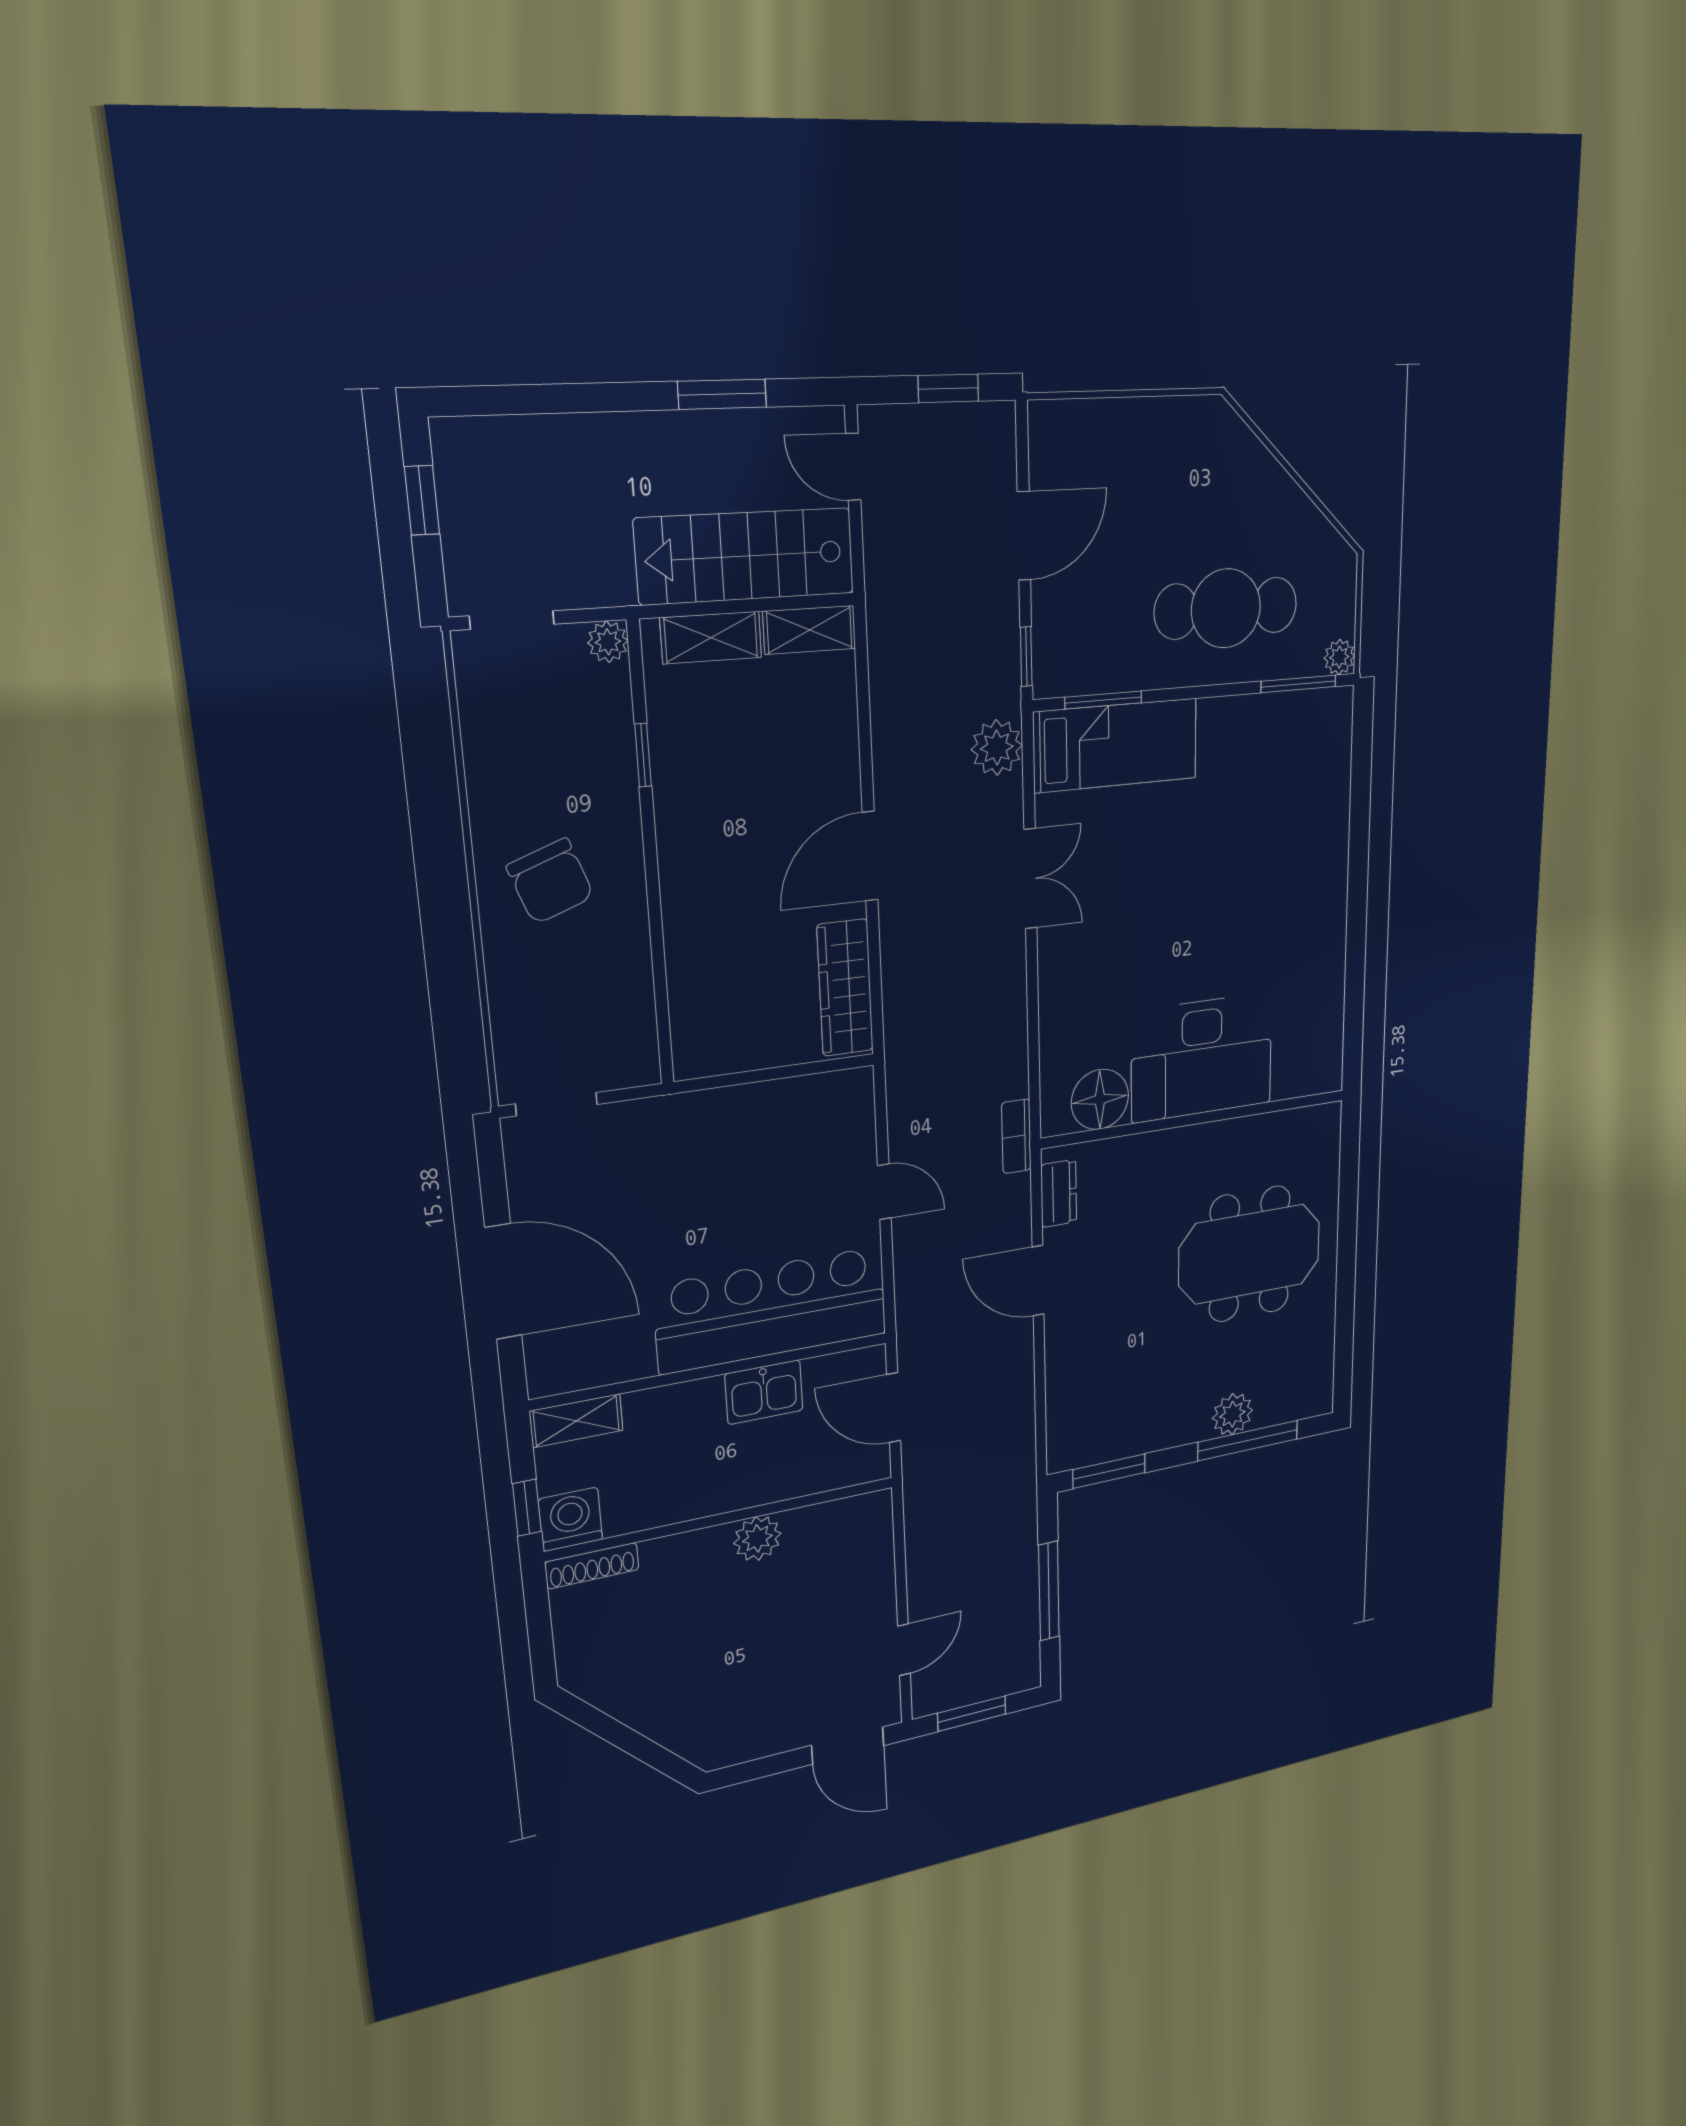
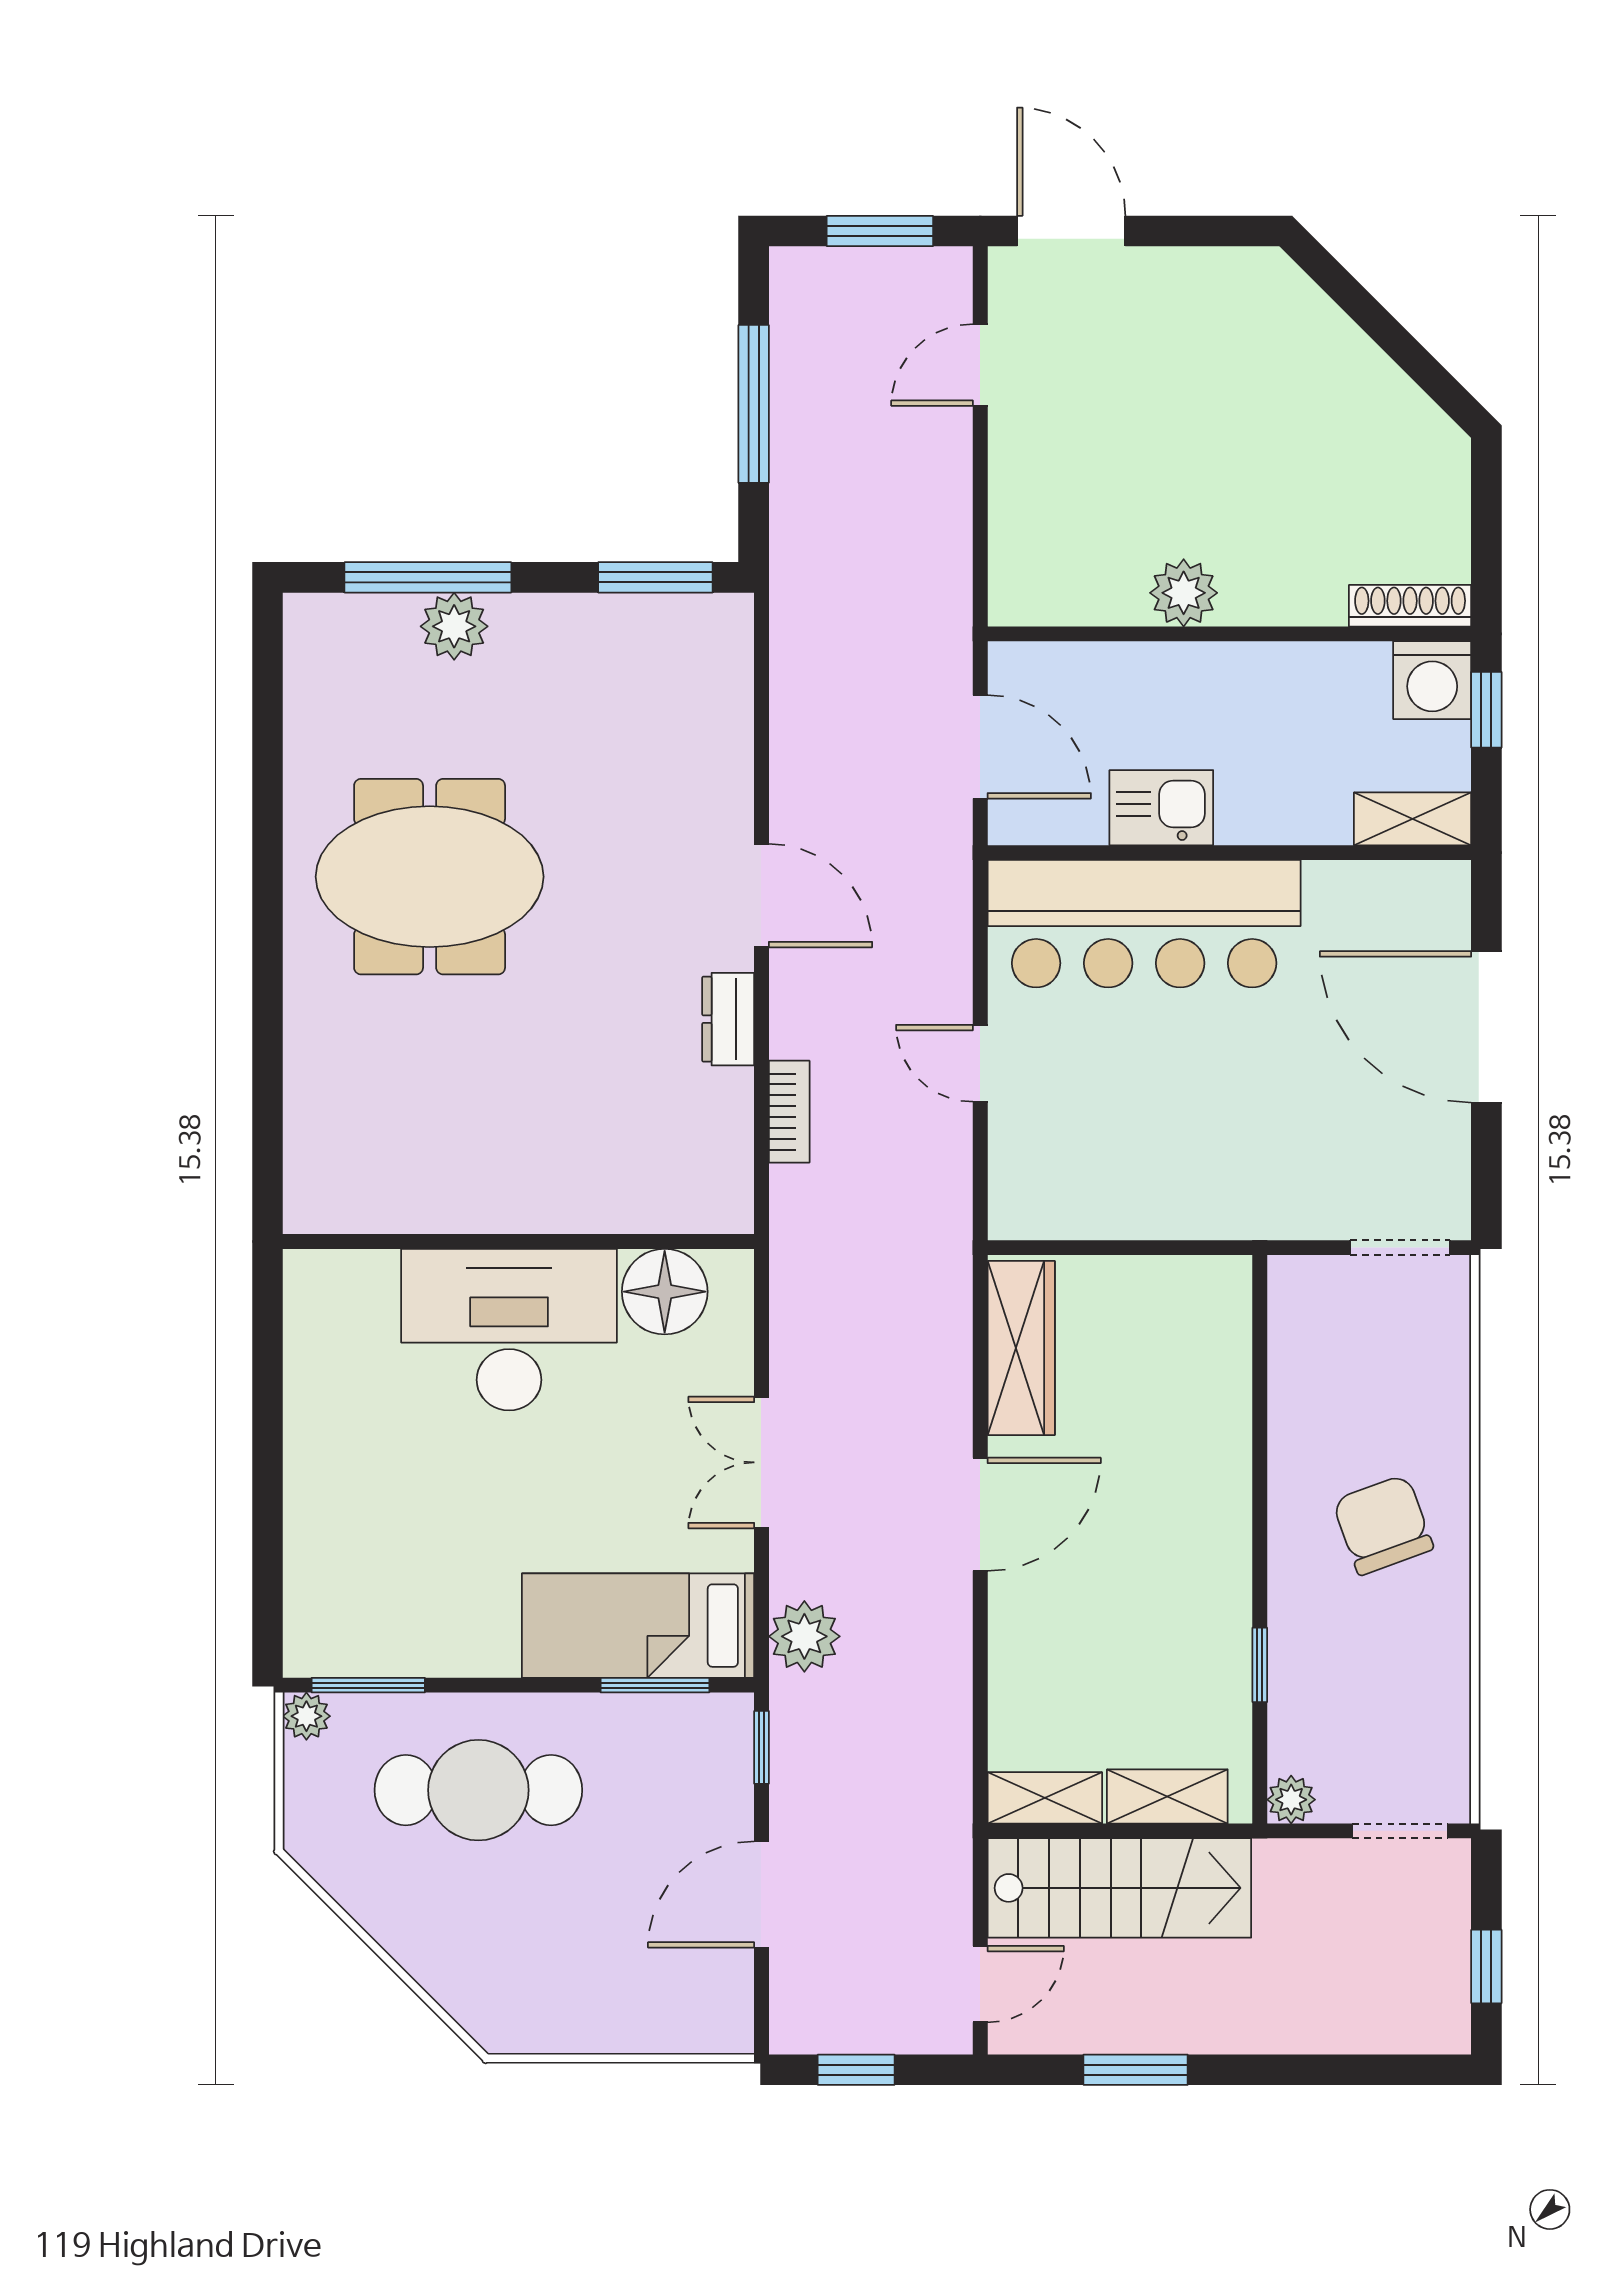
door: (853, 467) -> (980, 1984), hinge flipped
desk: (1202, 1058) -> (509, 1330), moved
floor lamp: (1100, 1099) -> (665, 1292), moved
wall: (1195, 1119) -> (518, 1242), moved

